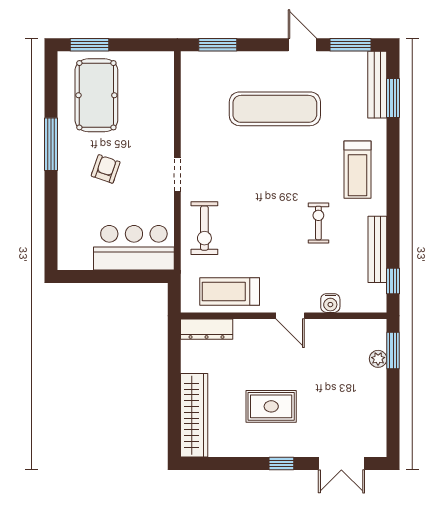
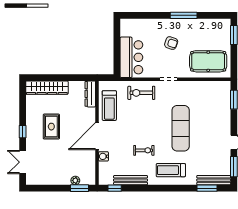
pool table: (96, 95) -> (208, 61), moved
exercise mat: (275, 109) -> (181, 128), moved
treadmill: (230, 292) -> (109, 106), turned 180
door: (290, 316) -> (97, 136), width x1.88

